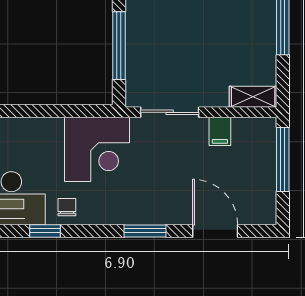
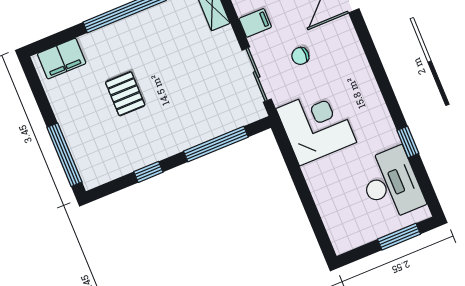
chair: (67, 207) -> (300, 56), moved
window: (145, 231) -> (371, 53), removed

